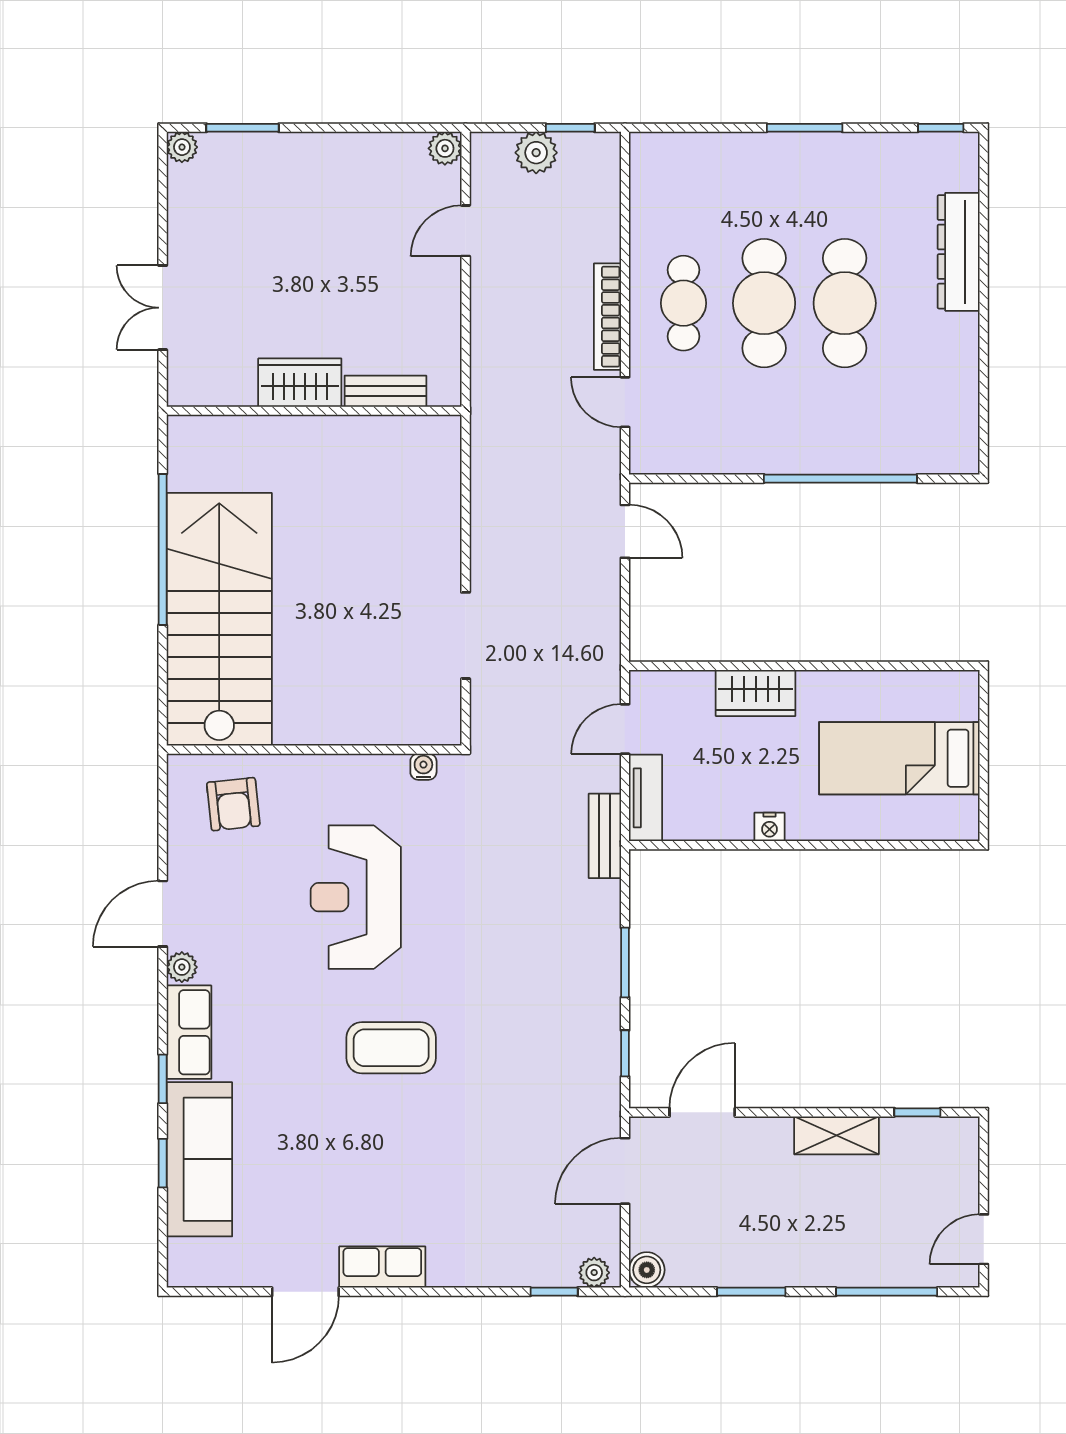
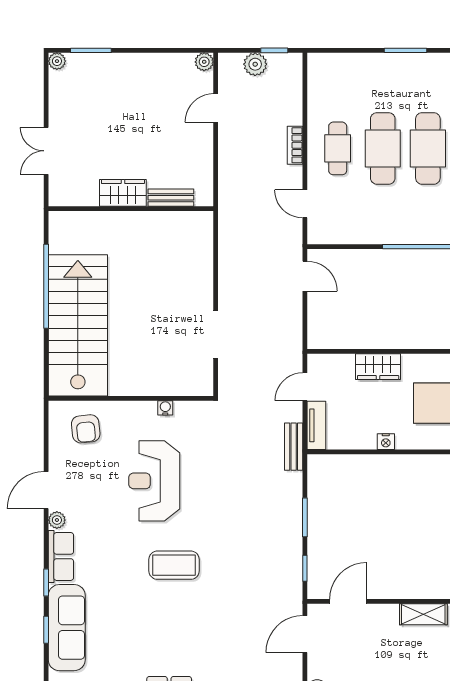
bookcase: (607, 317) -> (295, 145), width x0.64
water cooler: (423, 767) -> (165, 408), moved

